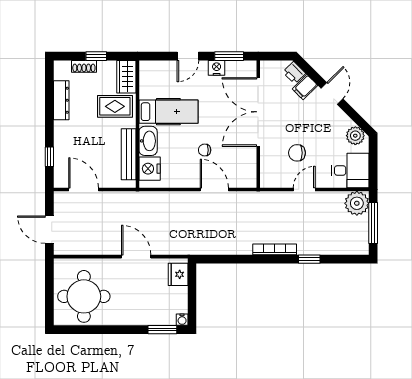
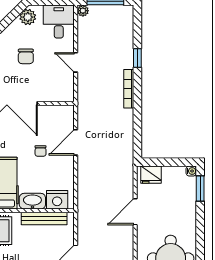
chair: (297, 153) -> (26, 56), moved
plant: (357, 203) -> (83, 11), width x0.53, depth x0.53

